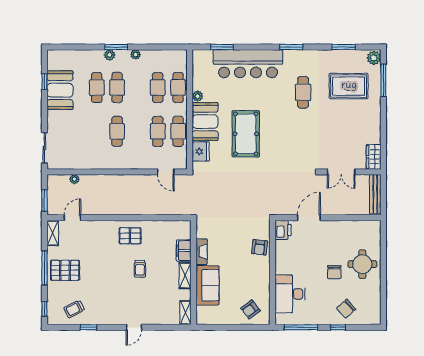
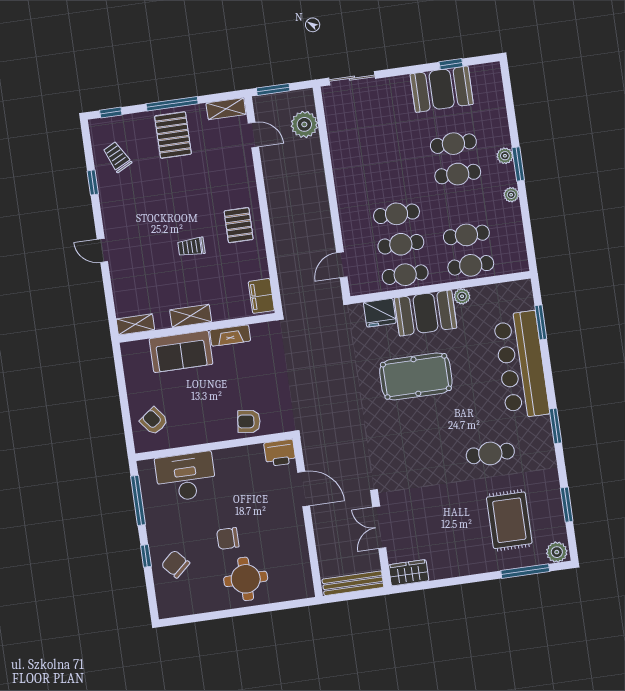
cafe table: (117, 131) -> (397, 214), moved
plant: (74, 179) -> (304, 124), width x1.88, depth x1.88
filing cabinet: (184, 251) -> (261, 296), moved, turned -90

